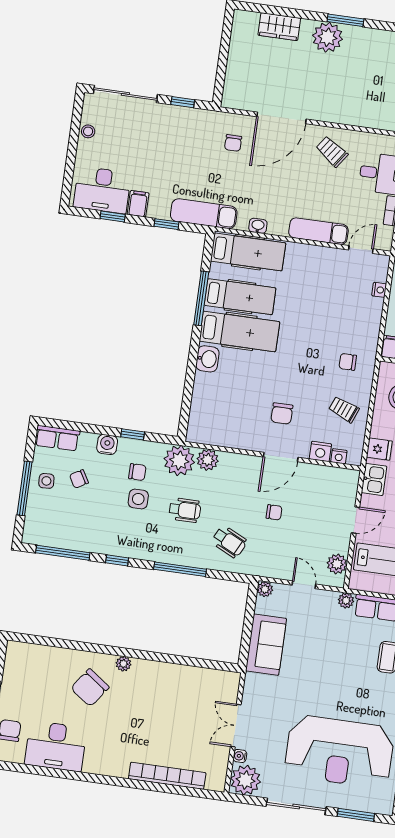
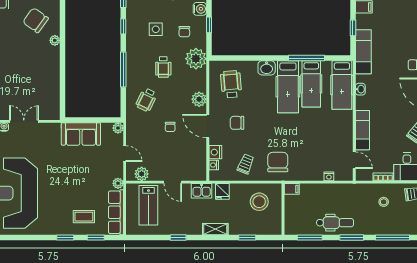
chair: (348, 362) -> (278, 162), width x1.87, depth x1.87
wheelchair: (224, 414) -> (231, 84), added
plant: (208, 460) -> (199, 99), moved
side table: (138, 499) -> (156, 29), moved
door: (304, 585) -> (125, 154), hinge flipped

